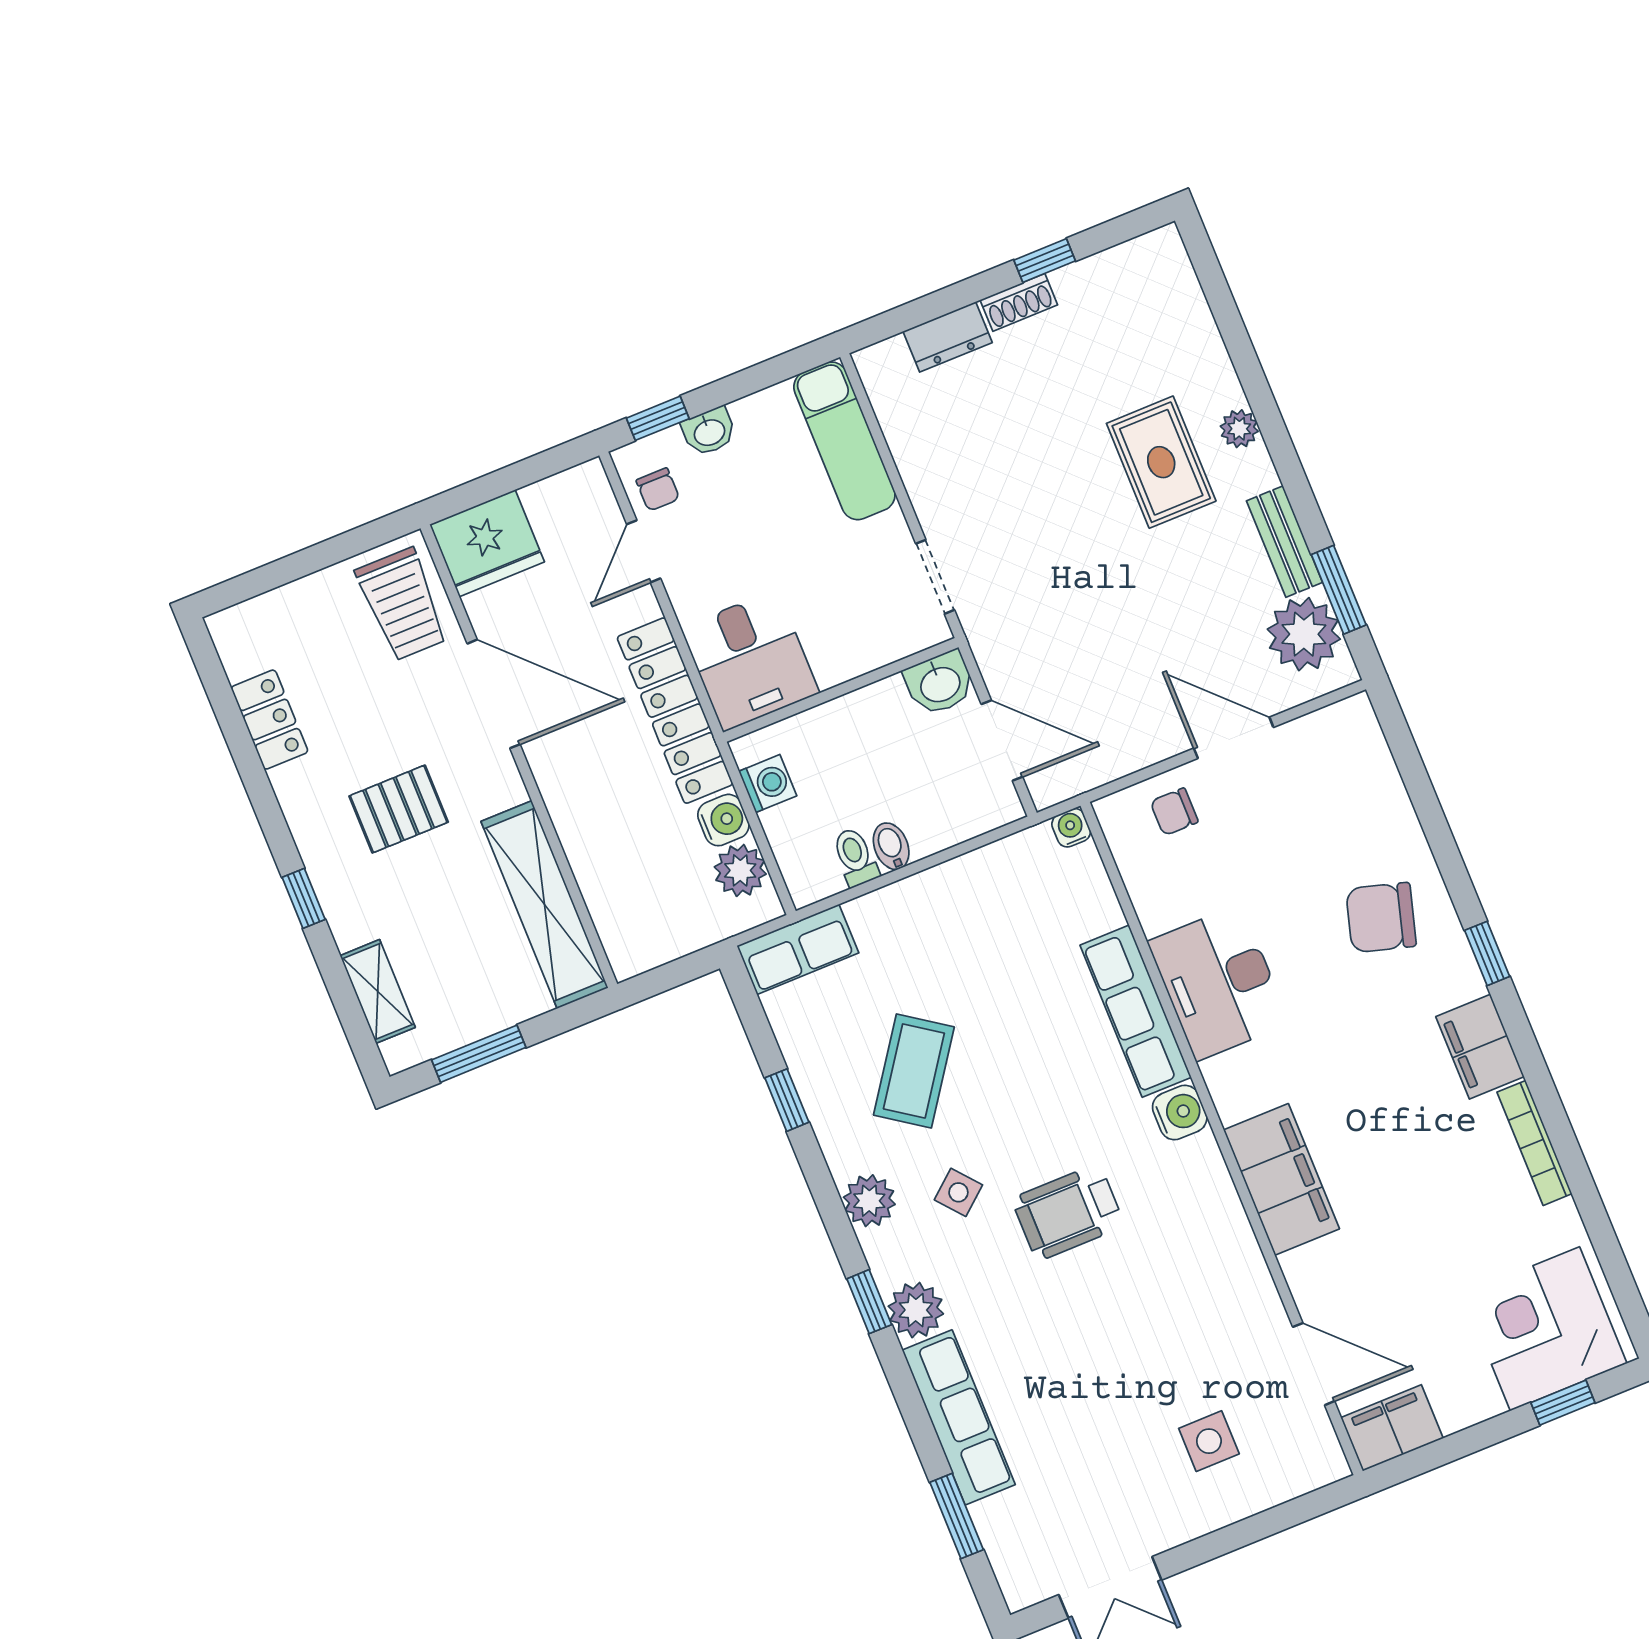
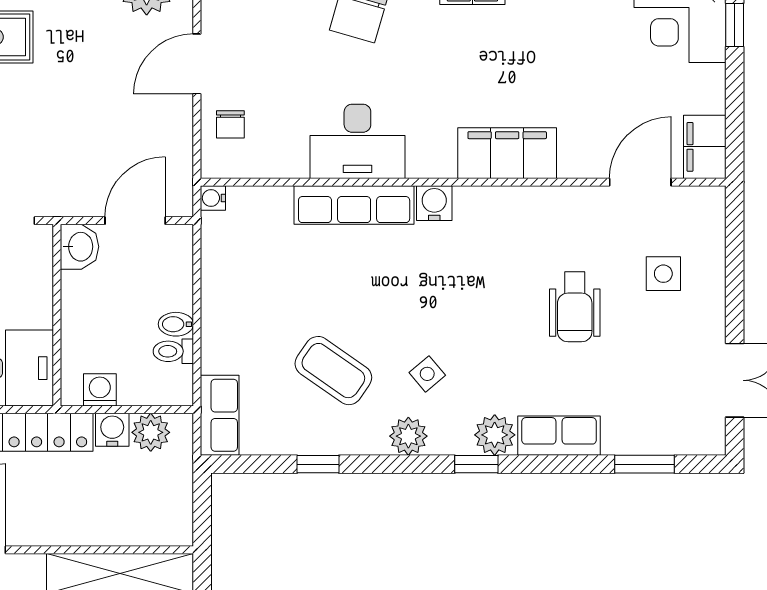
wheelchair: (1068, 1212) -> (575, 307), moved
row of seats: (959, 1417) -> (559, 436), width x0.68

